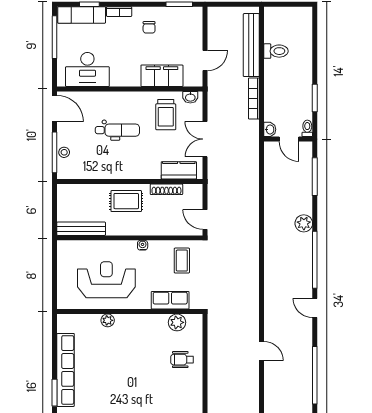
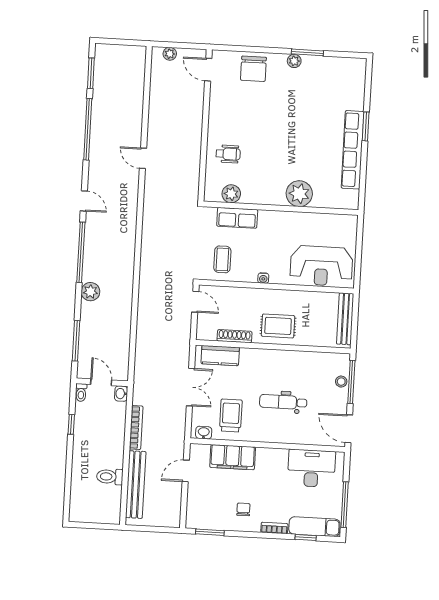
window: (315, 98) -> (71, 424), width x0.67
bench: (81, 229) -> (345, 319), moved, turned 90
reception desk: (106, 280) -> (321, 266), moved
plant: (108, 320) -> (299, 194), width x1.87, depth x1.87

